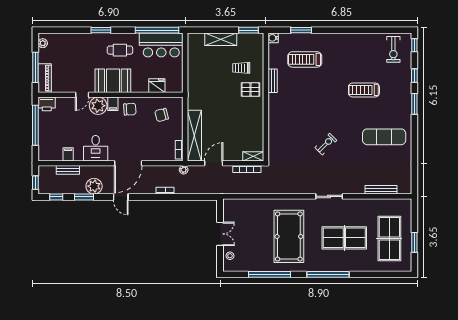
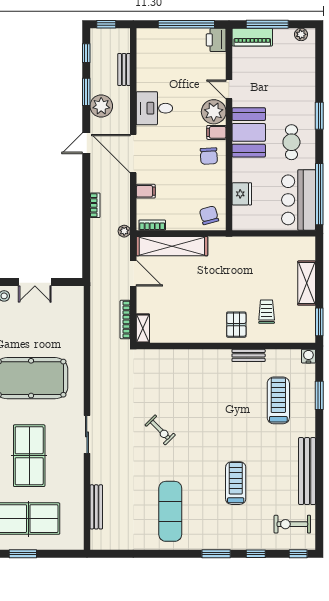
bench: (355, 39) -> (307, 471), added
chair: (162, 115) -> (209, 215), moved
filing cabinet: (68, 154) -> (146, 191), moved

